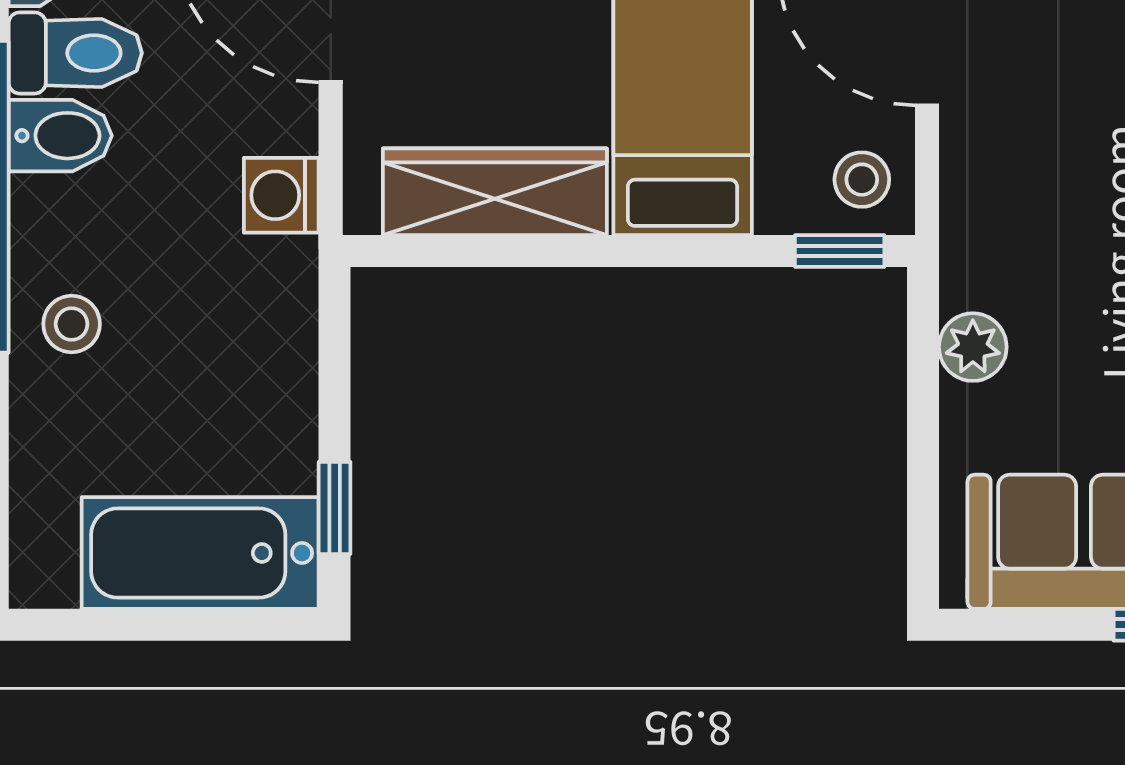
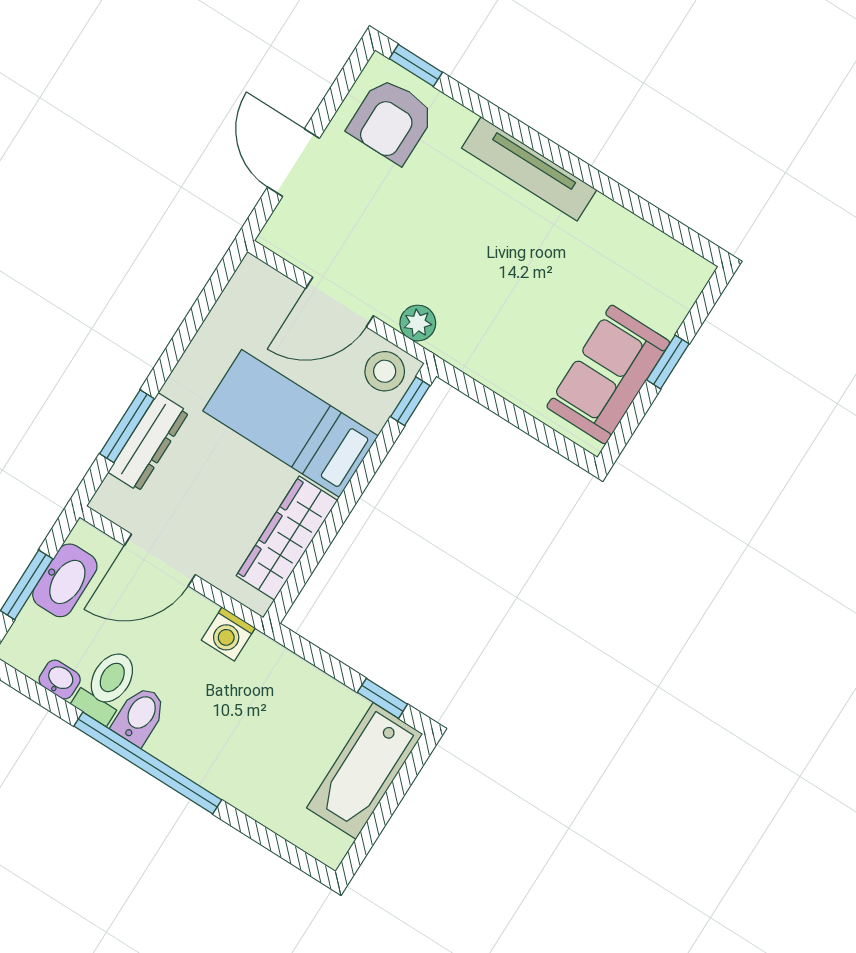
stool: (862, 180) -> (385, 371), width x1.37, depth x1.37
stool: (72, 324) -> (227, 764), removed
plant: (973, 347) -> (418, 323), moved

